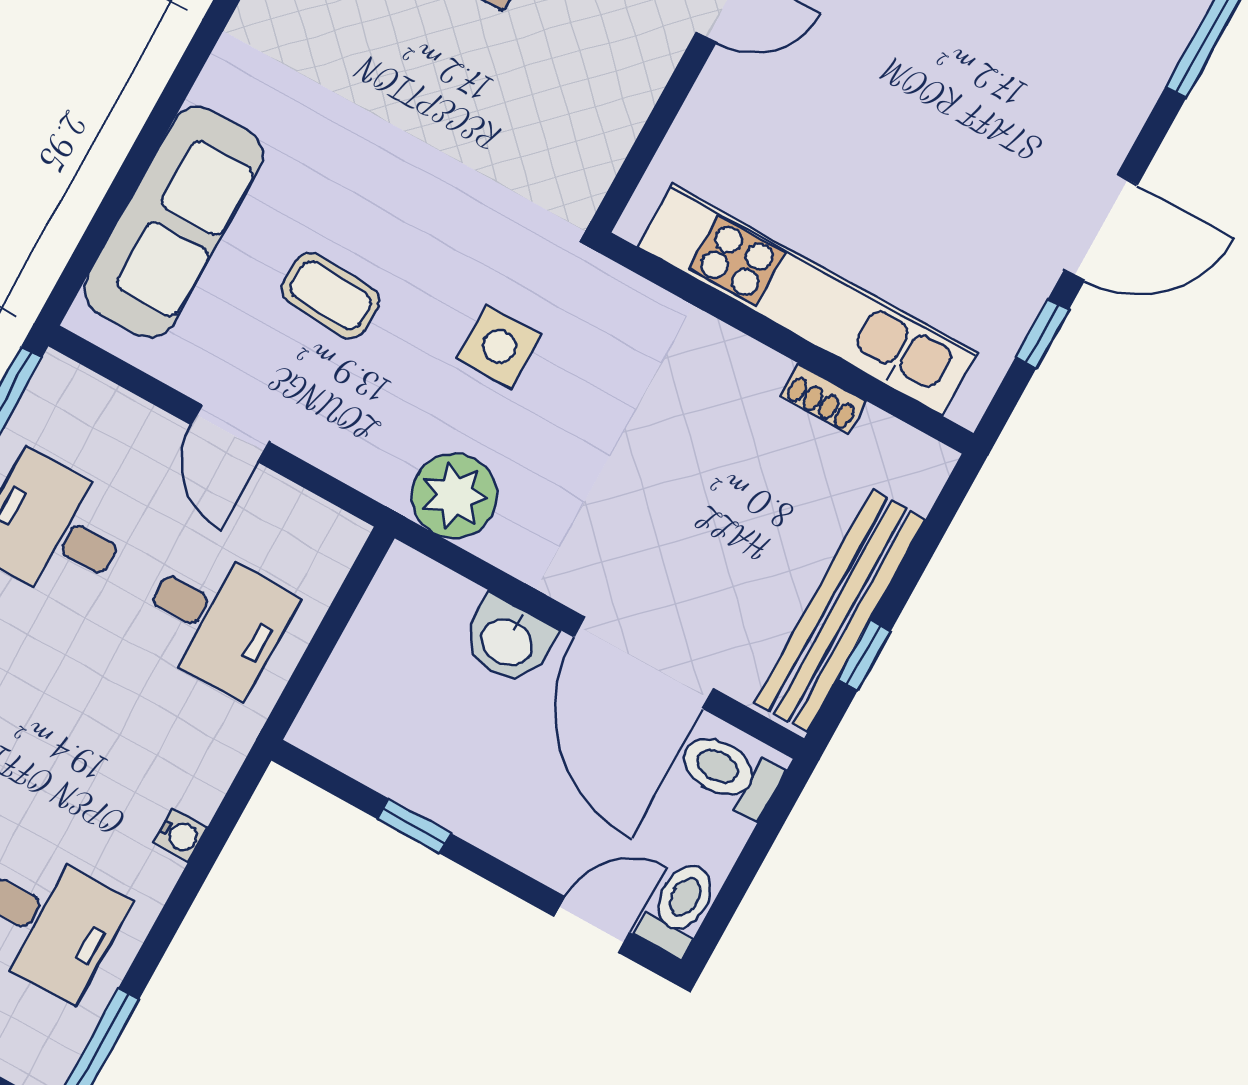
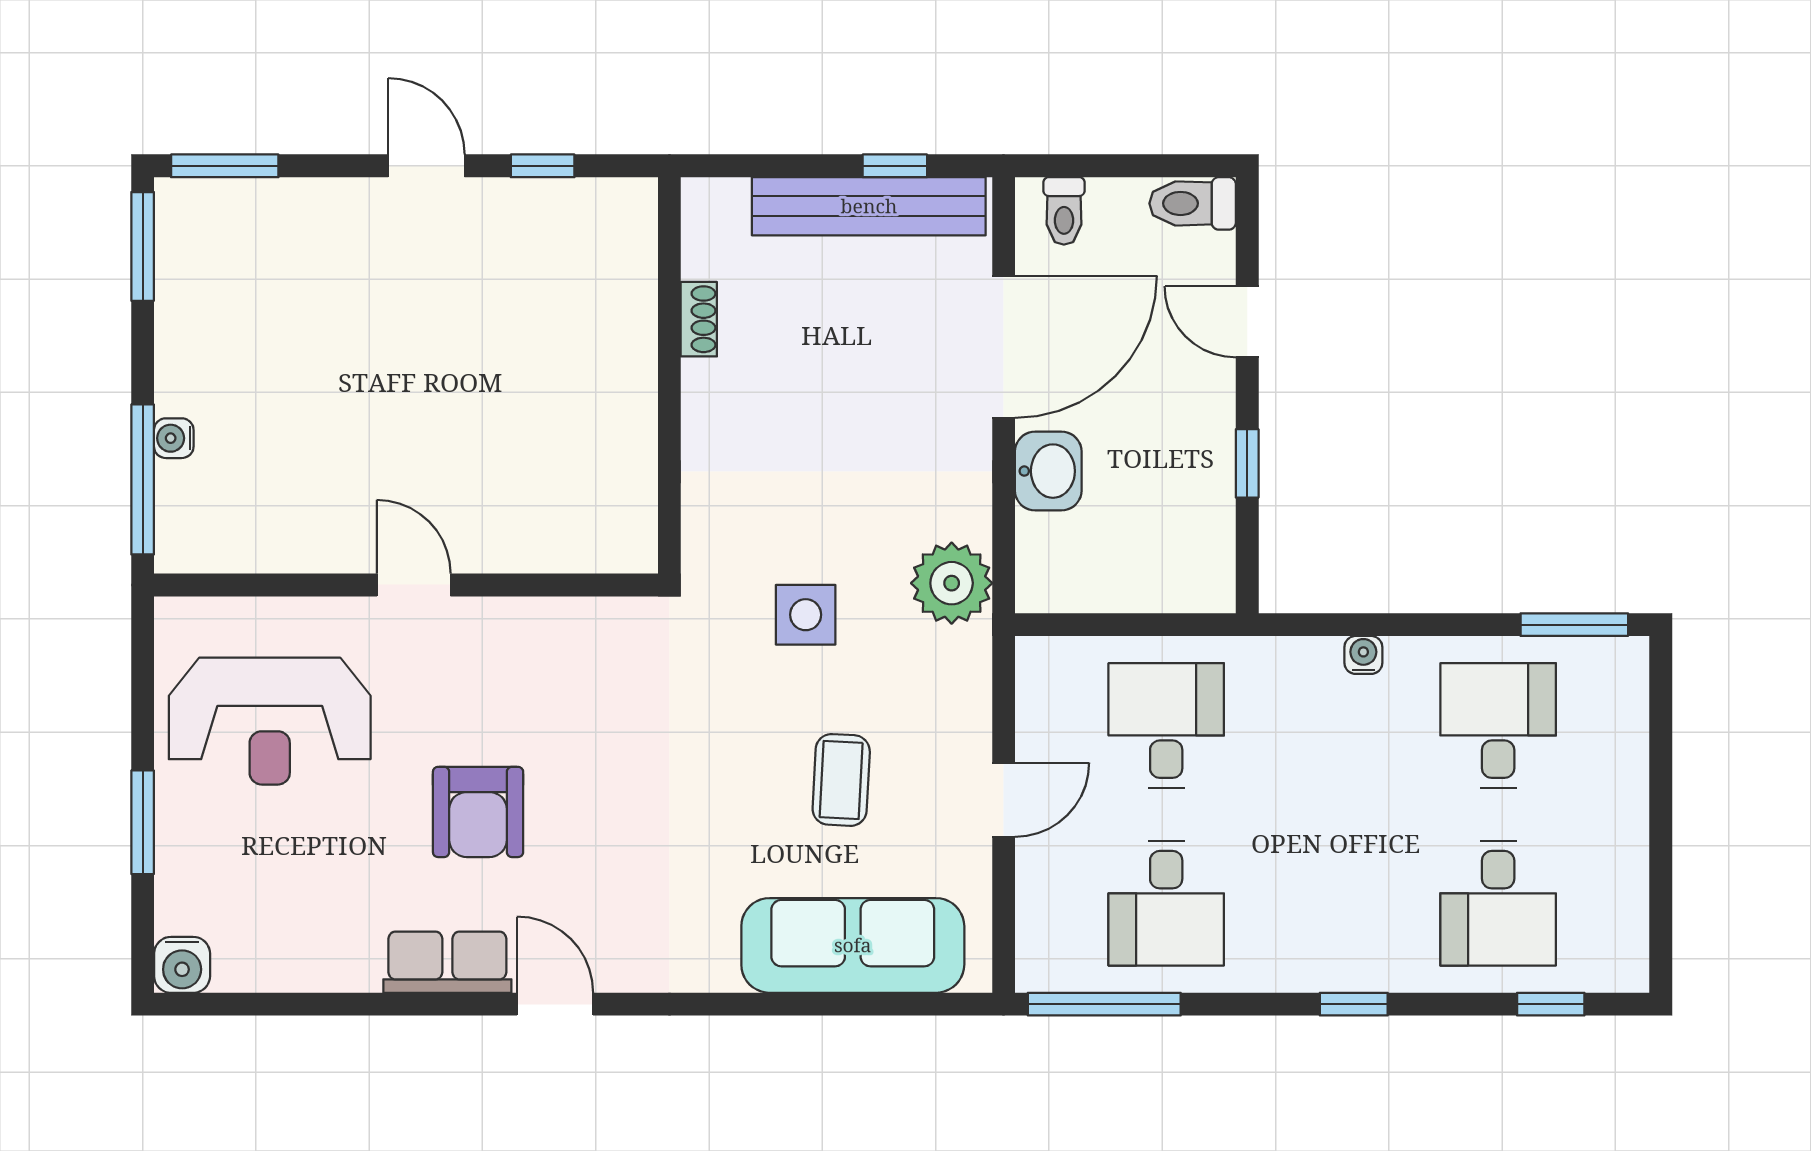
door: (1101, 227) -> (426, 166), width x0.73
kitchen unit: (807, 300) -> (623, 378), removed
toilet: (729, 773) -> (1064, 211), width x0.73, depth x0.72
door: (592, 925) -> (1247, 322), moved

